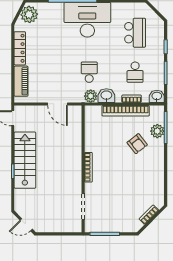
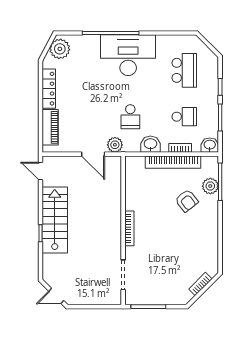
school desk: (89, 72) -> (130, 117), turned 180
school desk: (135, 72) -> (184, 117), turned -90
plant: (91, 96) -> (115, 145), moved

